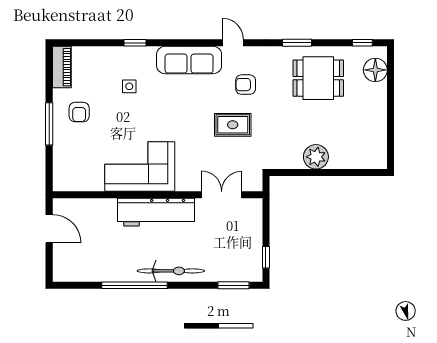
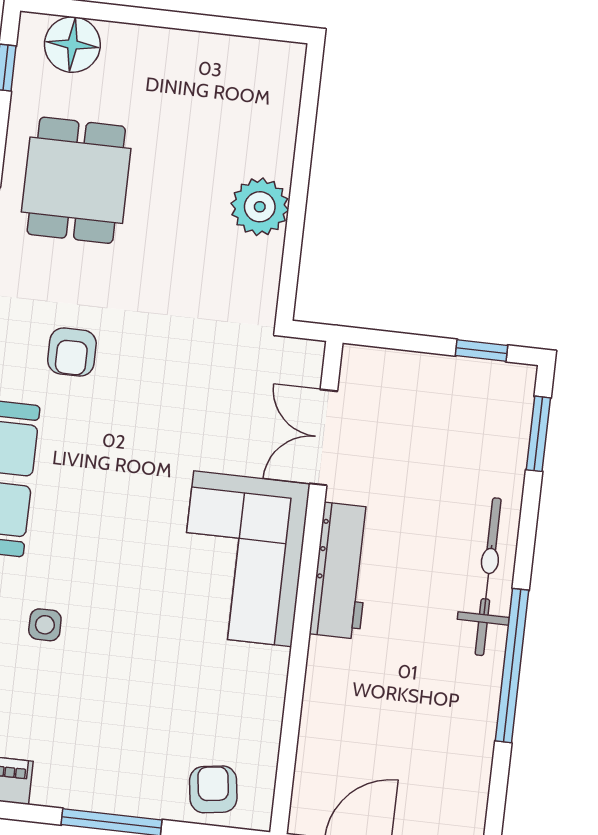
armchair: (79, 112) -> (213, 789), moved, turned -98
rug: (233, 125) -> (163, 393), removed
corner sofa: (140, 167) -> (243, 559), moved
workbench: (156, 212) -> (341, 571), width x0.73, depth x0.76

